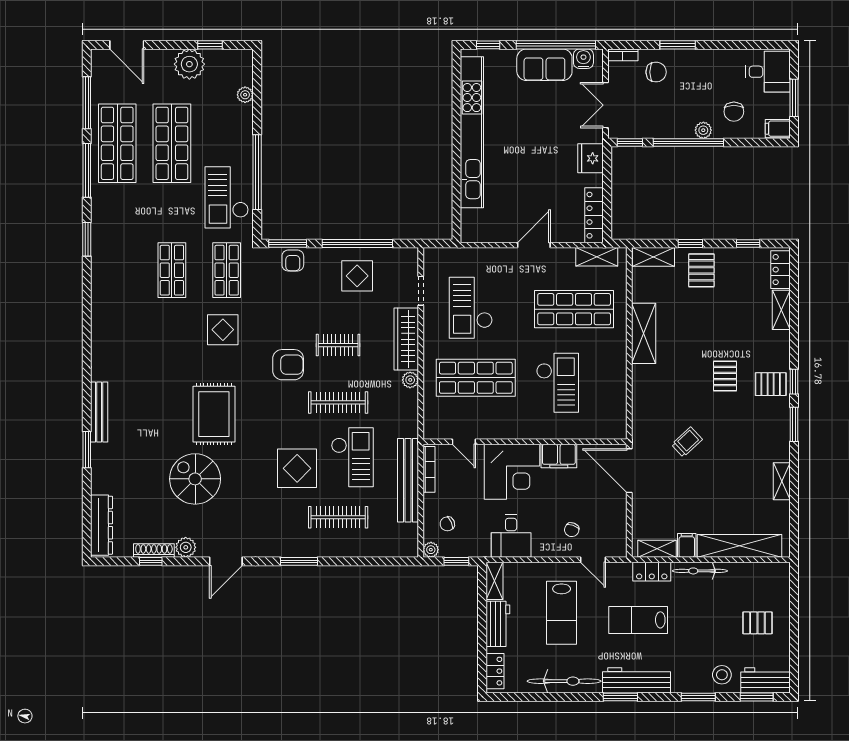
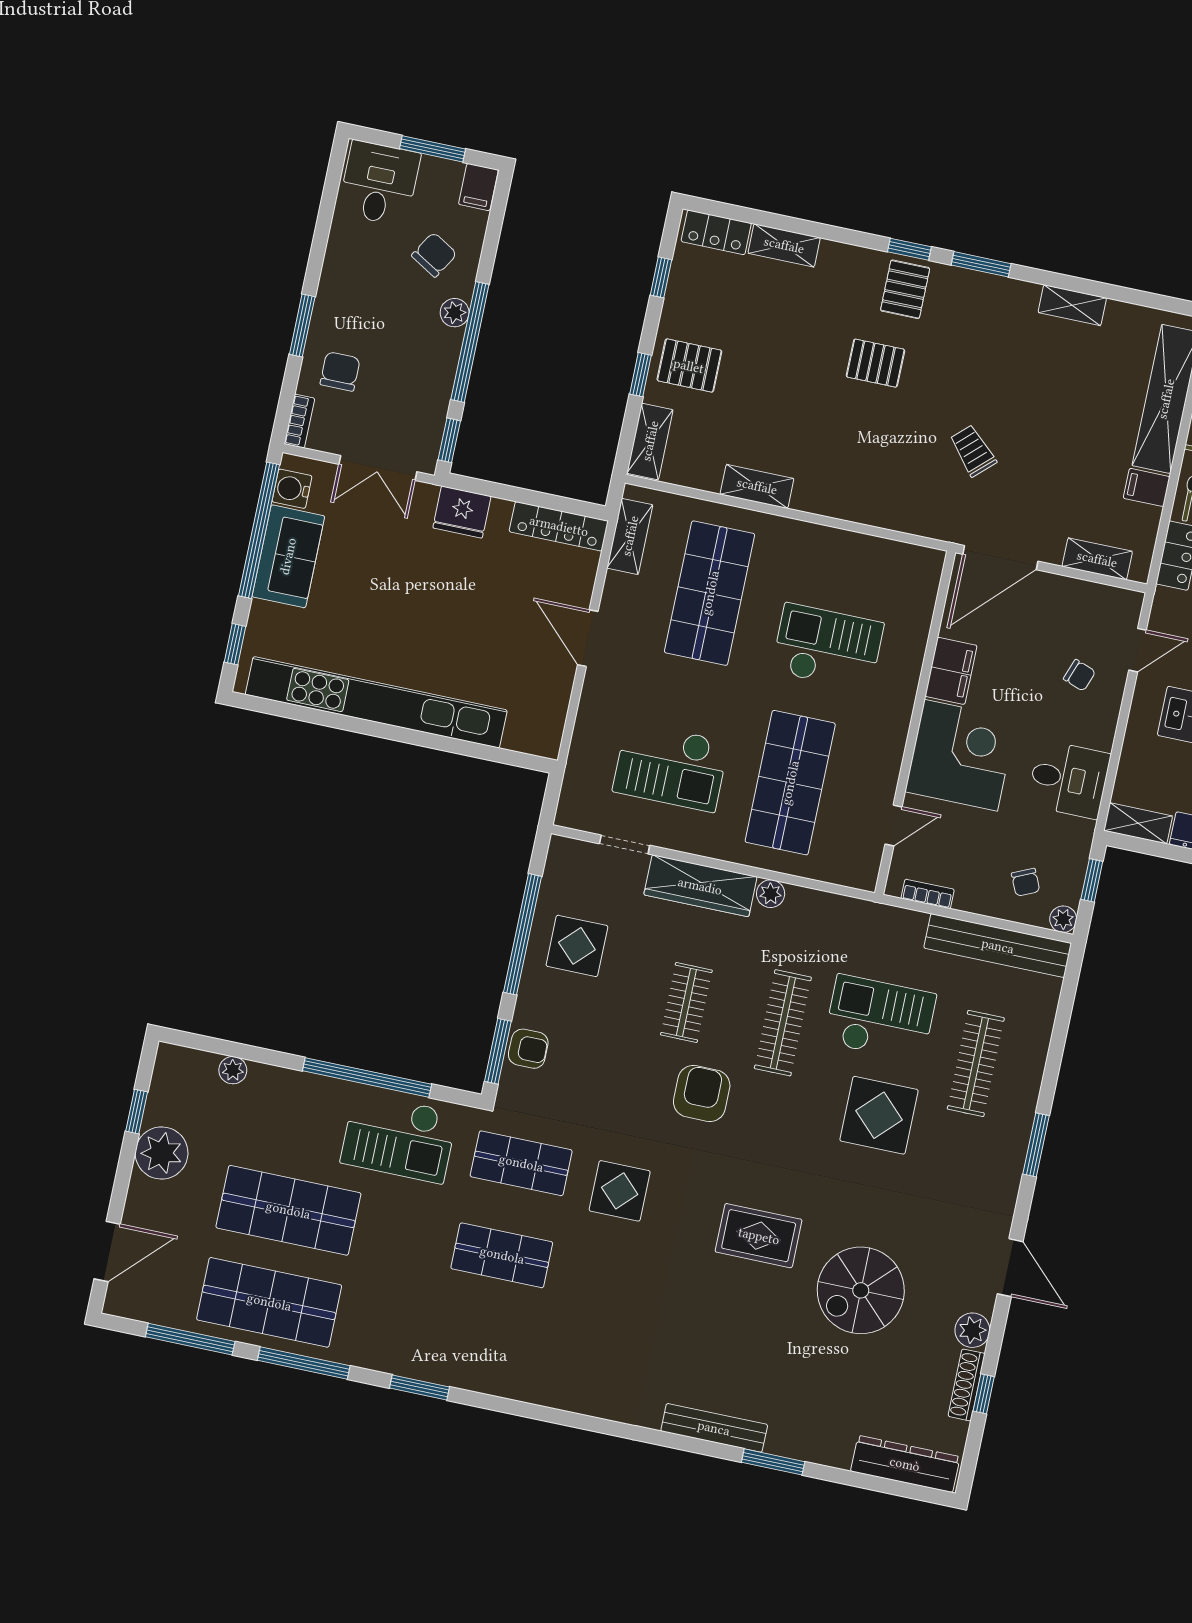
chair: (734, 112) -> (434, 255), turned -59
shelving: (644, 333) -> (757, 486), width x0.67, depth x0.75
rug: (214, 414) -> (759, 1236), width x0.73, depth x0.70
bookcase: (429, 469) -> (928, 894), width x0.64
bench: (408, 480) -> (998, 946), moved
shelving: (657, 549) -> (1097, 559), moved, turned 90

